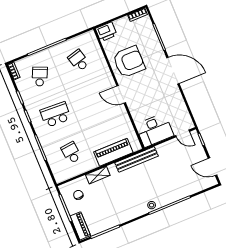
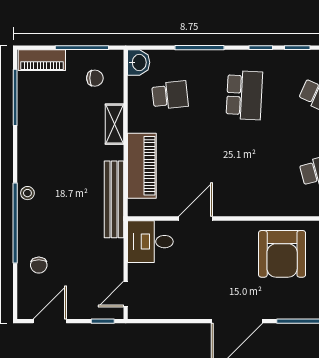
door: (121, 94) -> (196, 218), moved
desk: (154, 130) -> (150, 242), width x0.73
washbasin: (61, 176) -> (139, 62), added
chair: (186, 184) -> (39, 265), added

